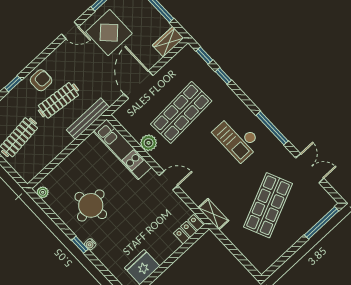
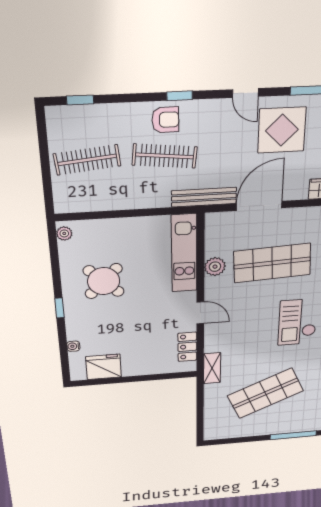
window: (13, 84) -> (180, 96), moved
bench: (88, 119) -> (204, 197), moved
round table: (91, 205) -> (104, 281), turned -37
locker: (189, 229) -> (187, 347), moved, turned -90
water cooler: (90, 244) -> (73, 346), moved

